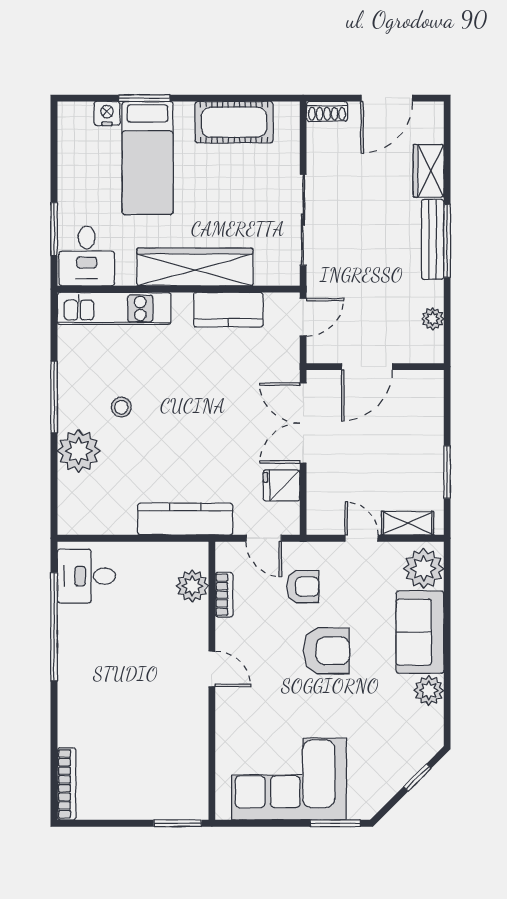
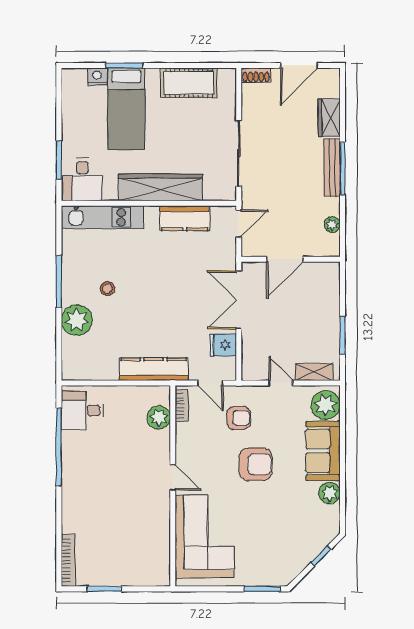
bookcase: (224, 595) -> (182, 406), moved
corner sofa: (289, 779) -> (205, 536), moved, turned 90
window: (178, 823) -> (104, 589), moved

